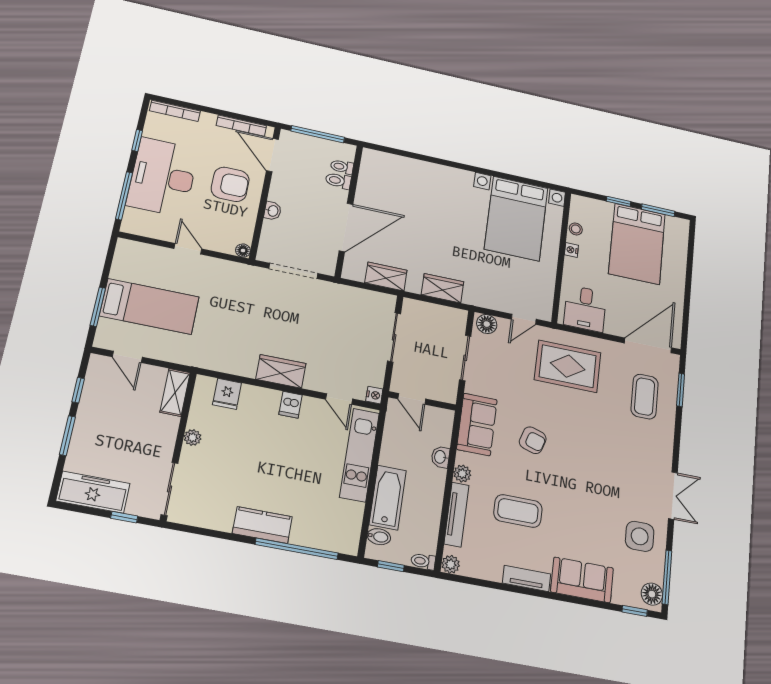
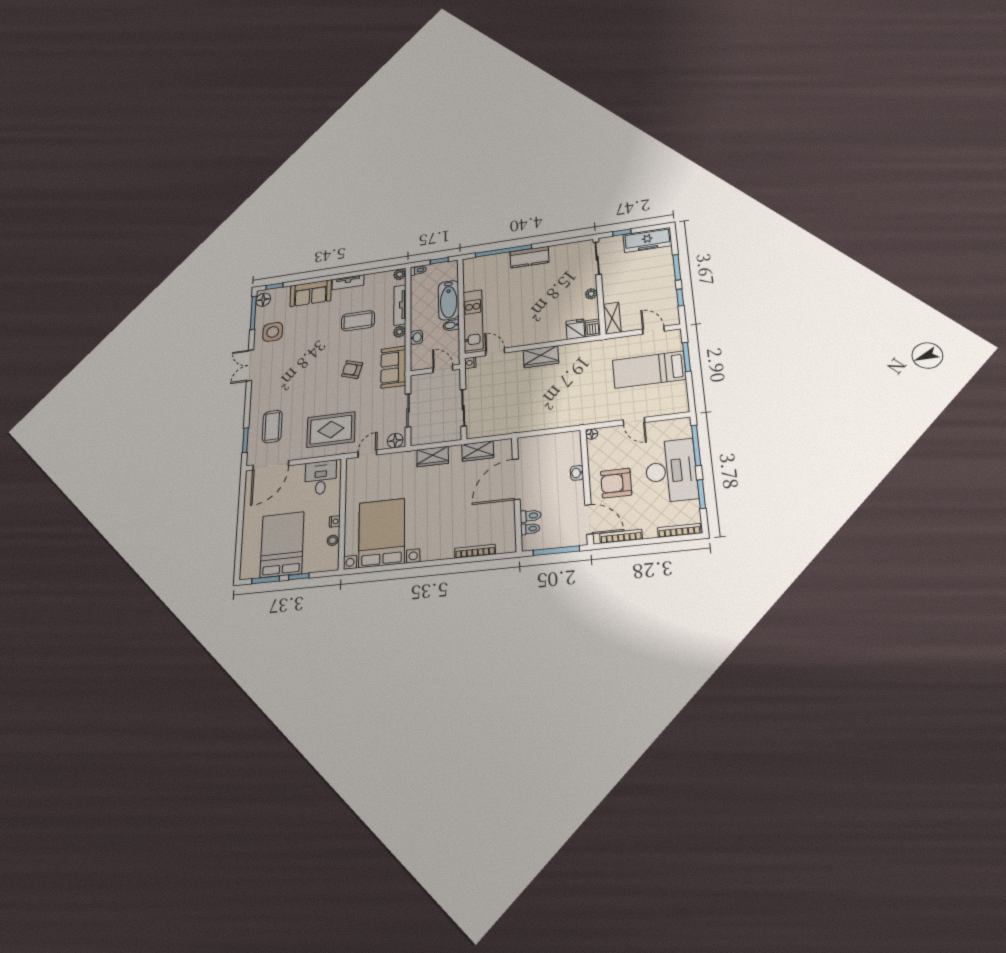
window: (137, 140) -> (701, 494), width x1.50
bookcase: (410, 163) -> (475, 551), added
doorway: (293, 271) -> (549, 431), removed
dishwasher: (290, 405) -> (593, 328), moved
bidet: (379, 537) -> (451, 325), moved

